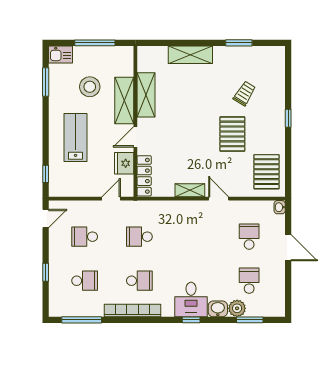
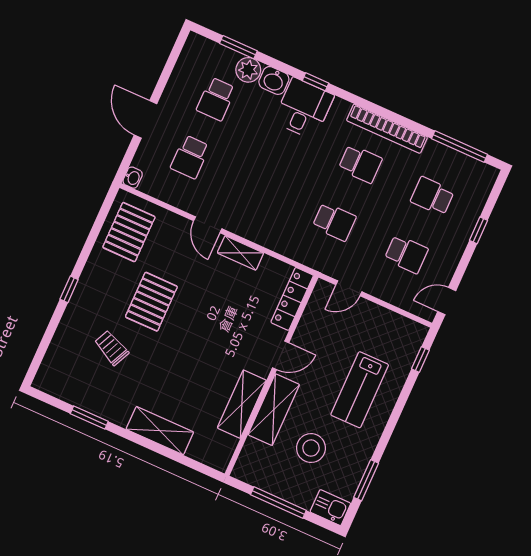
trolley: (245, 93) -> (112, 348), turned 83
fridge: (124, 163) -> (311, 327), removed
school desk: (139, 281) -> (360, 164), turned 180

